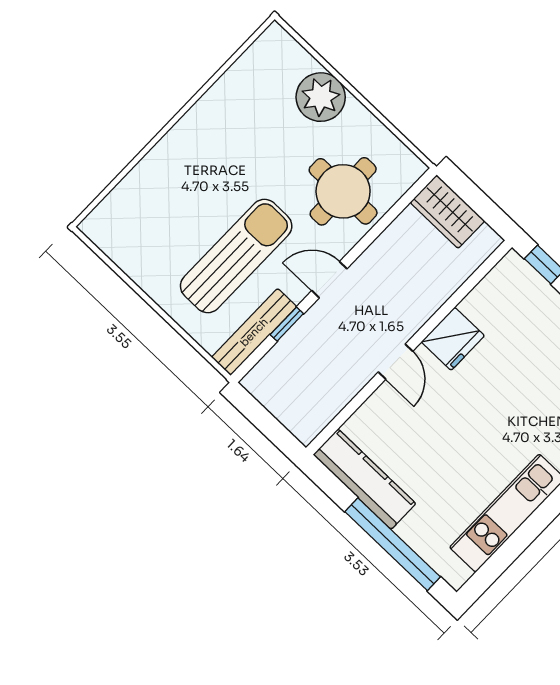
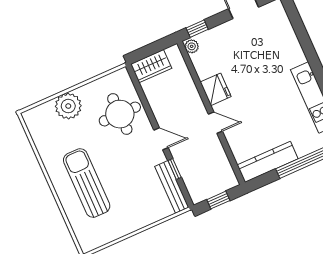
sun lounger: (236, 256) -> (87, 183), moved
plant: (510, 267) -> (192, 46), added
door: (329, 280) -> (161, 139), swing flipped
window: (264, 421) -> (218, 200), added

